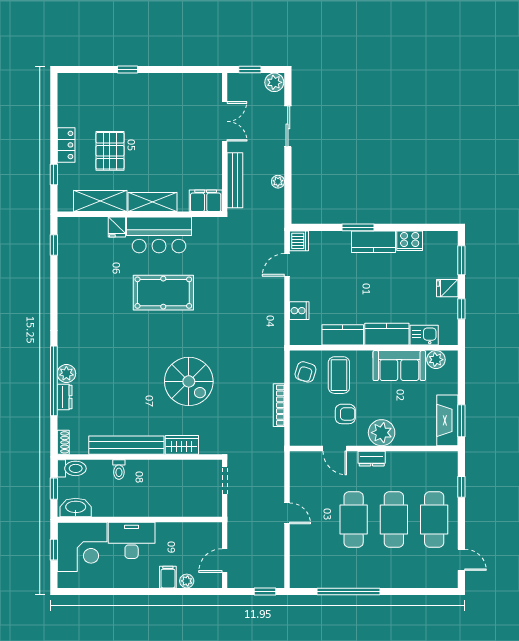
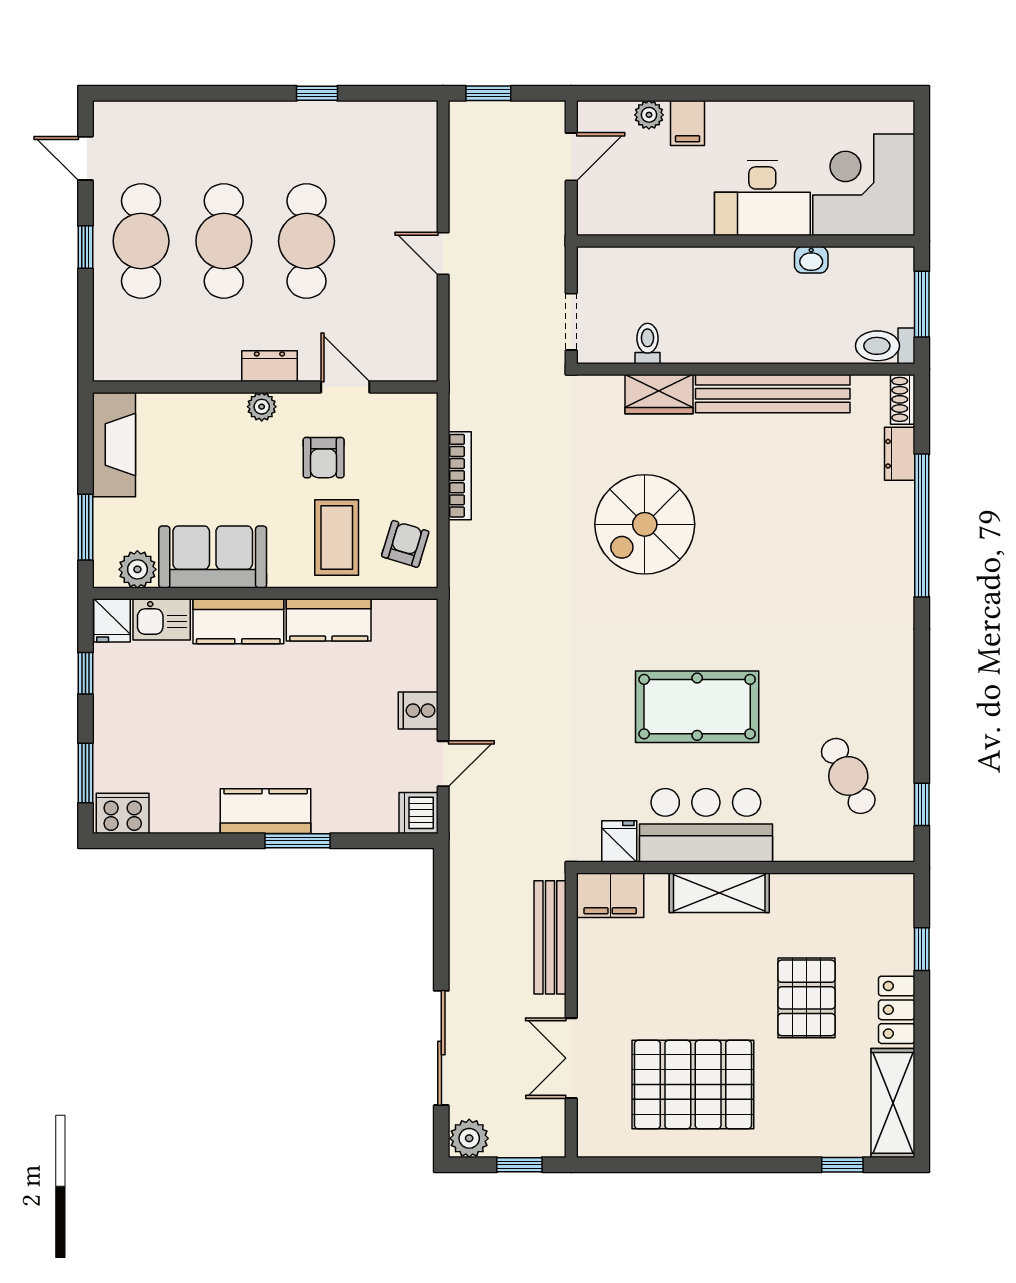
window: (127, 70) -> (842, 1165), moved
pallet: (165, 109) -> (693, 1085), added
sliding door: (288, 126) -> (441, 1048), width x1.37
plant: (278, 182) -> (462, 934), removed
shelving: (100, 201) -> (893, 1103), moved, turned 90
fridge: (117, 227) -> (619, 841), moved
cooker: (410, 241) -> (123, 813), moved
cafe table: (90, 259) -> (848, 776), added
fridge: (447, 288) -> (112, 620), moved, turned 90
cooker: (299, 311) -> (418, 710), moved
plant: (66, 373) -> (896, 541), removed
spiral stairs: (189, 381) -> (645, 524), turned -90
dresser: (65, 397) -> (900, 454), moved
armchair: (345, 414) -> (324, 458), turned -90
window: (461, 421) -> (85, 527), moved
plant: (382, 433) -> (262, 407), width x0.53, depth x0.53
toilet: (119, 470) -> (647, 344), moved
window: (461, 487) -> (85, 247), moved
window: (54, 489) -> (922, 304), width x1.50
washbasin: (76, 507) -> (811, 260), moved, width x0.52, depth x0.69
window: (54, 550) -> (922, 179), removed
window: (348, 591) -> (317, 93), width x0.32

